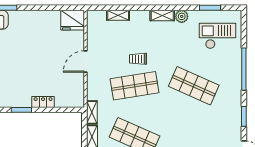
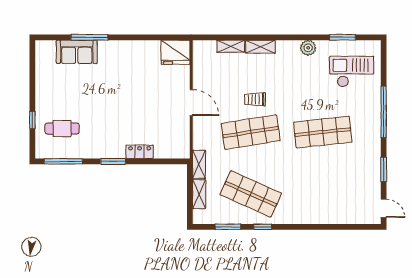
shelving: (162, 15) -> (260, 47), moved
door: (86, 62) -> (191, 103), swing flipped
shop shelf: (194, 86) -> (323, 132), turned -30

